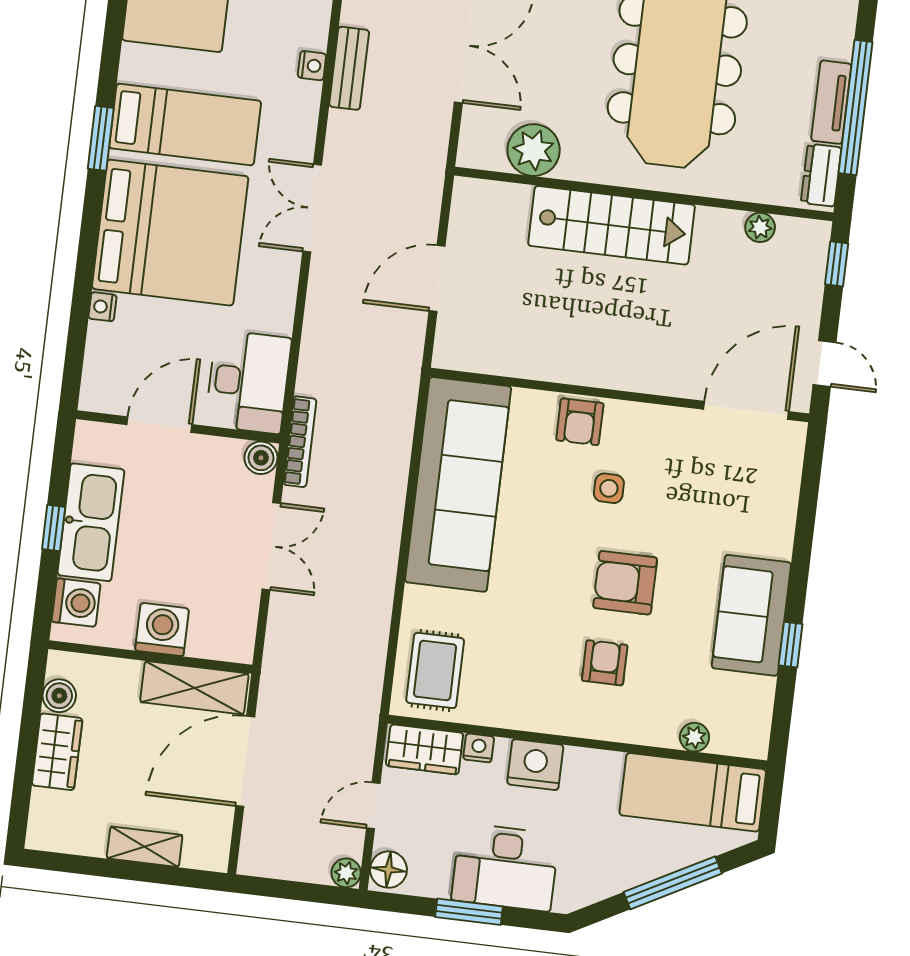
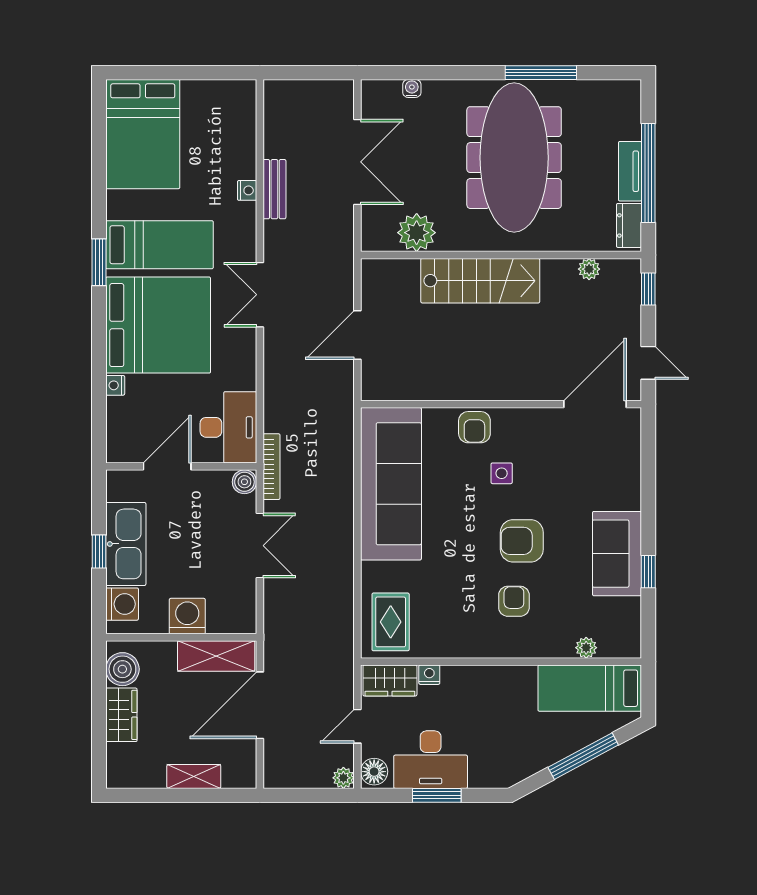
boiler: (59, 696) -> (122, 669), width x1.36, depth x1.36
nightstand: (535, 765) -> (472, 682), removed
desk: (505, 867) -> (431, 760), moved

